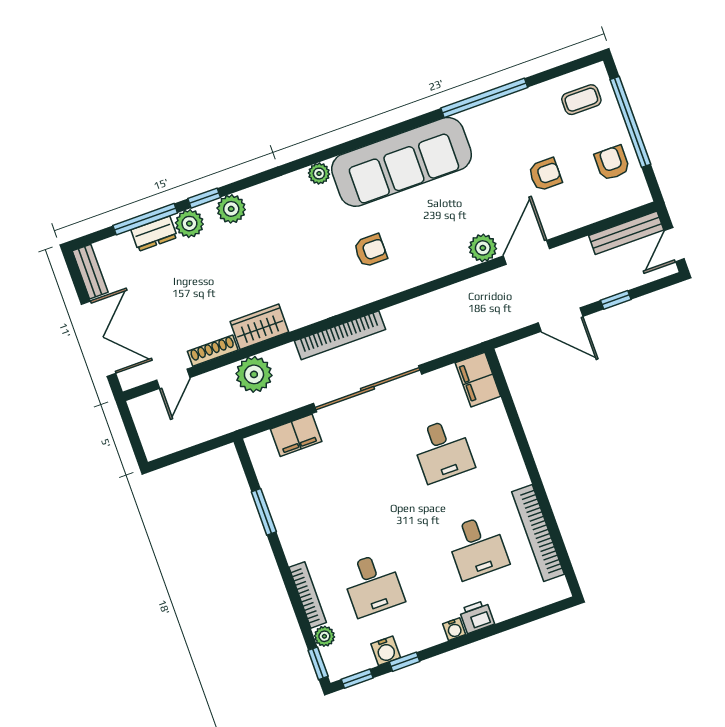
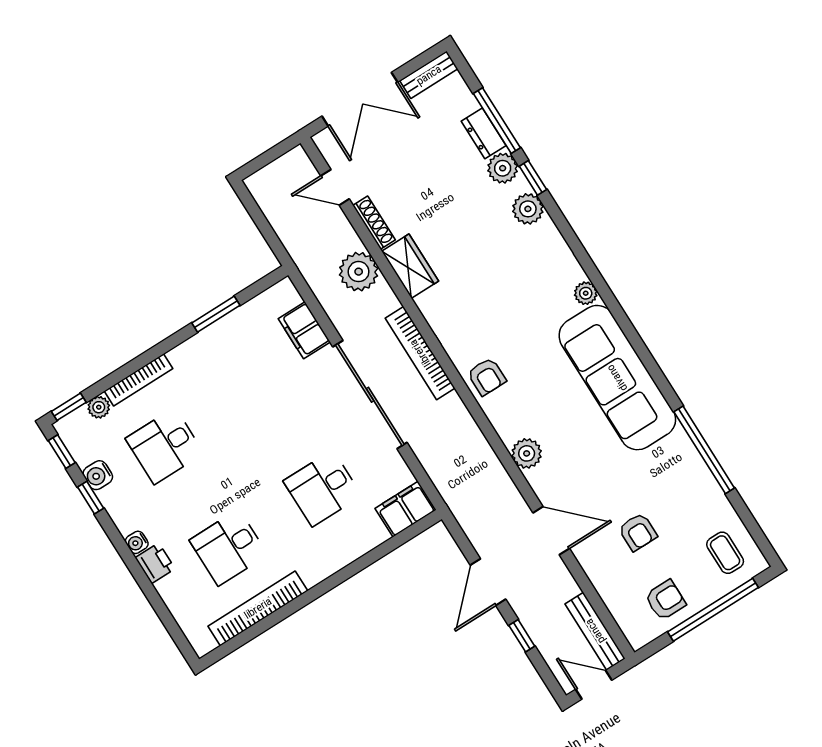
plant: (483, 248) -> (527, 453), moved
armchair: (370, 250) -> (487, 377), moved

